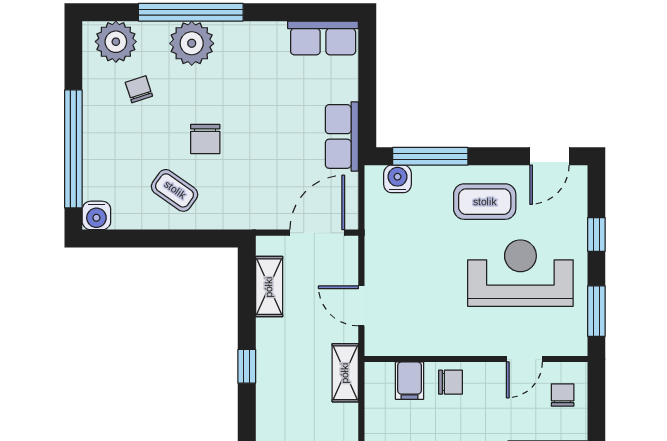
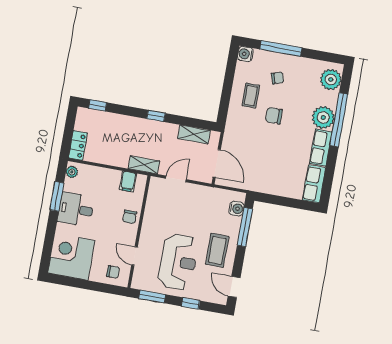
chair: (139, 89) -> (277, 78), moved
row of seats: (342, 136) -> (321, 148), moved, turned -90
window: (73, 149) -> (281, 48), width x0.68
coffee table: (175, 190) -> (251, 96), turned -35
filing cabinet: (409, 381) -> (128, 181), moved, turned -90

